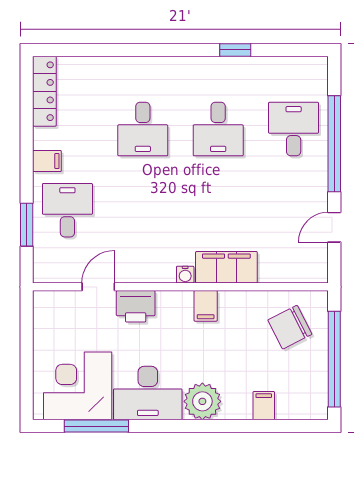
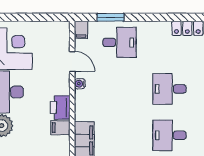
filing cabinet: (47, 161) -> (81, 30), moved
water cooler: (185, 275) -> (80, 84), moved
printer: (136, 306) -> (60, 107), moved

